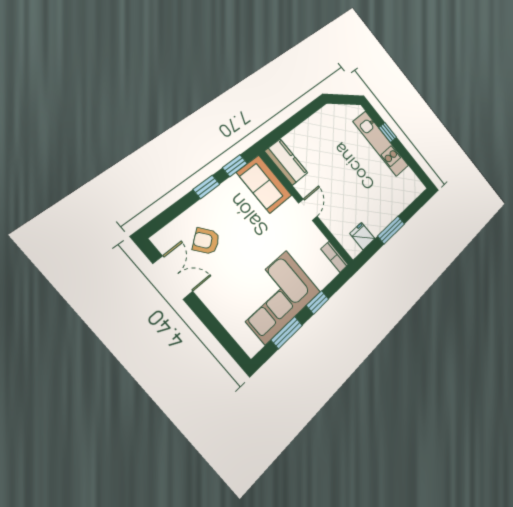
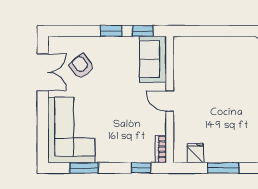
kitchen counter: (286, 162) -> (183, 56), removed
door: (308, 210) -> (170, 101), swing flipped
corner sofa: (276, 297) -> (71, 130), moved, turned 90
window: (318, 302) -> (141, 168), moved

